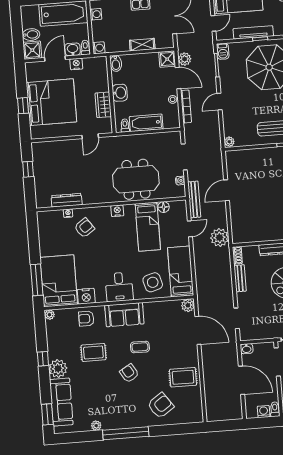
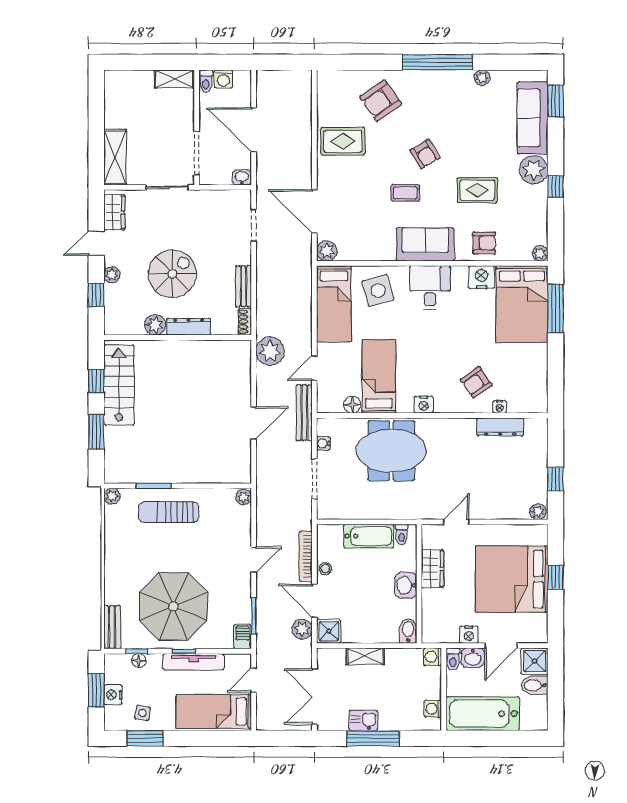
plant: (38, 147) -> (538, 512), added

